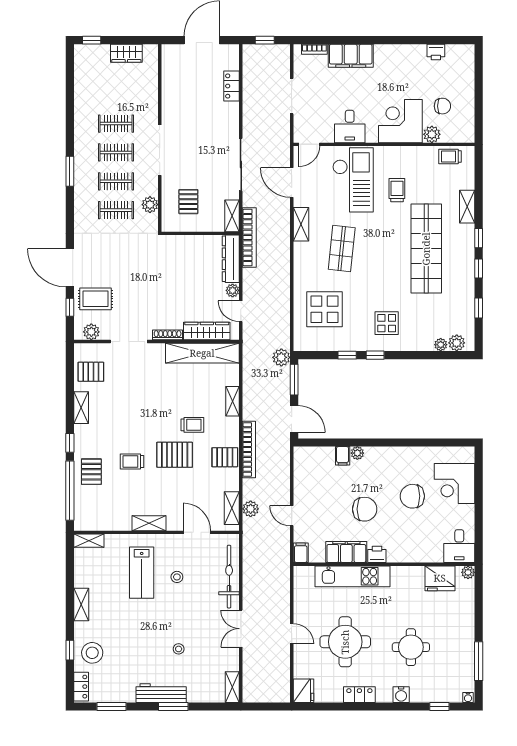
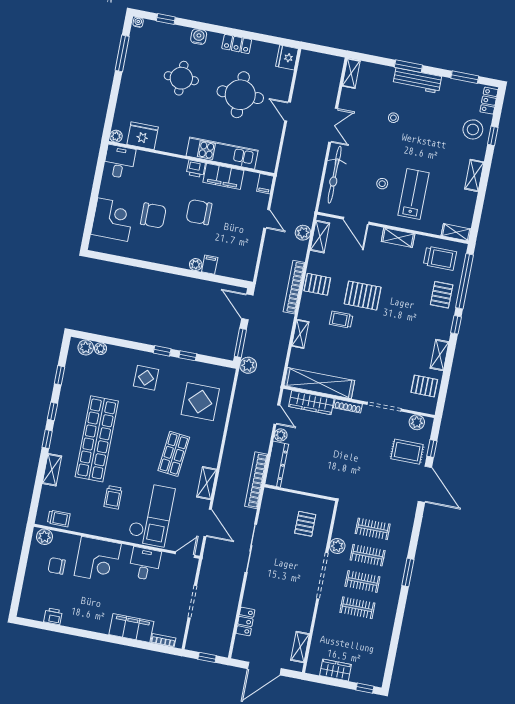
plant: (432, 134) -> (45, 537), moved
checkout: (353, 180) -> (151, 514), turned 180
plant: (150, 205) -> (337, 546), moved
shelving: (232, 216) -> (300, 647), moved
trolley: (132, 461) -> (440, 258), moved, width x1.36, depth x1.39

